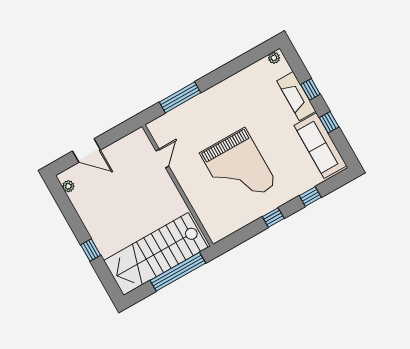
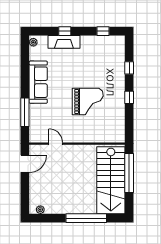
window: (329, 122) -> (103, 31), moved
sofa: (320, 146) -> (38, 82), moved, turned -90
door: (86, 150) -> (25, 164), moved
grand piano: (238, 169) -> (88, 101), width x0.73, depth x0.68
window: (91, 250) -> (86, 218), width x3.17

